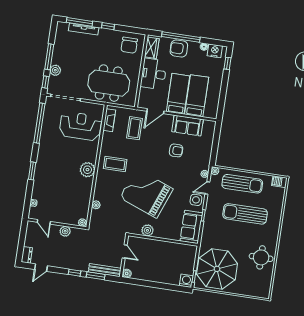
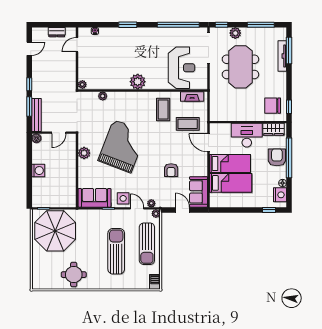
window: (108, 26) -> (289, 107), moved
window: (49, 57) -> (261, 25), moved
meeting table: (109, 83) -> (240, 67), moved
sofa: (188, 126) -> (199, 192), moved
door: (215, 145) -> (182, 210), added
coffee table: (115, 164) -> (163, 110), moved
plant: (65, 231) -> (71, 68), removed
dresser: (27, 255) -> (57, 32), moved
door: (41, 268) -> (29, 49), swing flipped
washing machine: (186, 281) -> (38, 171), moved

